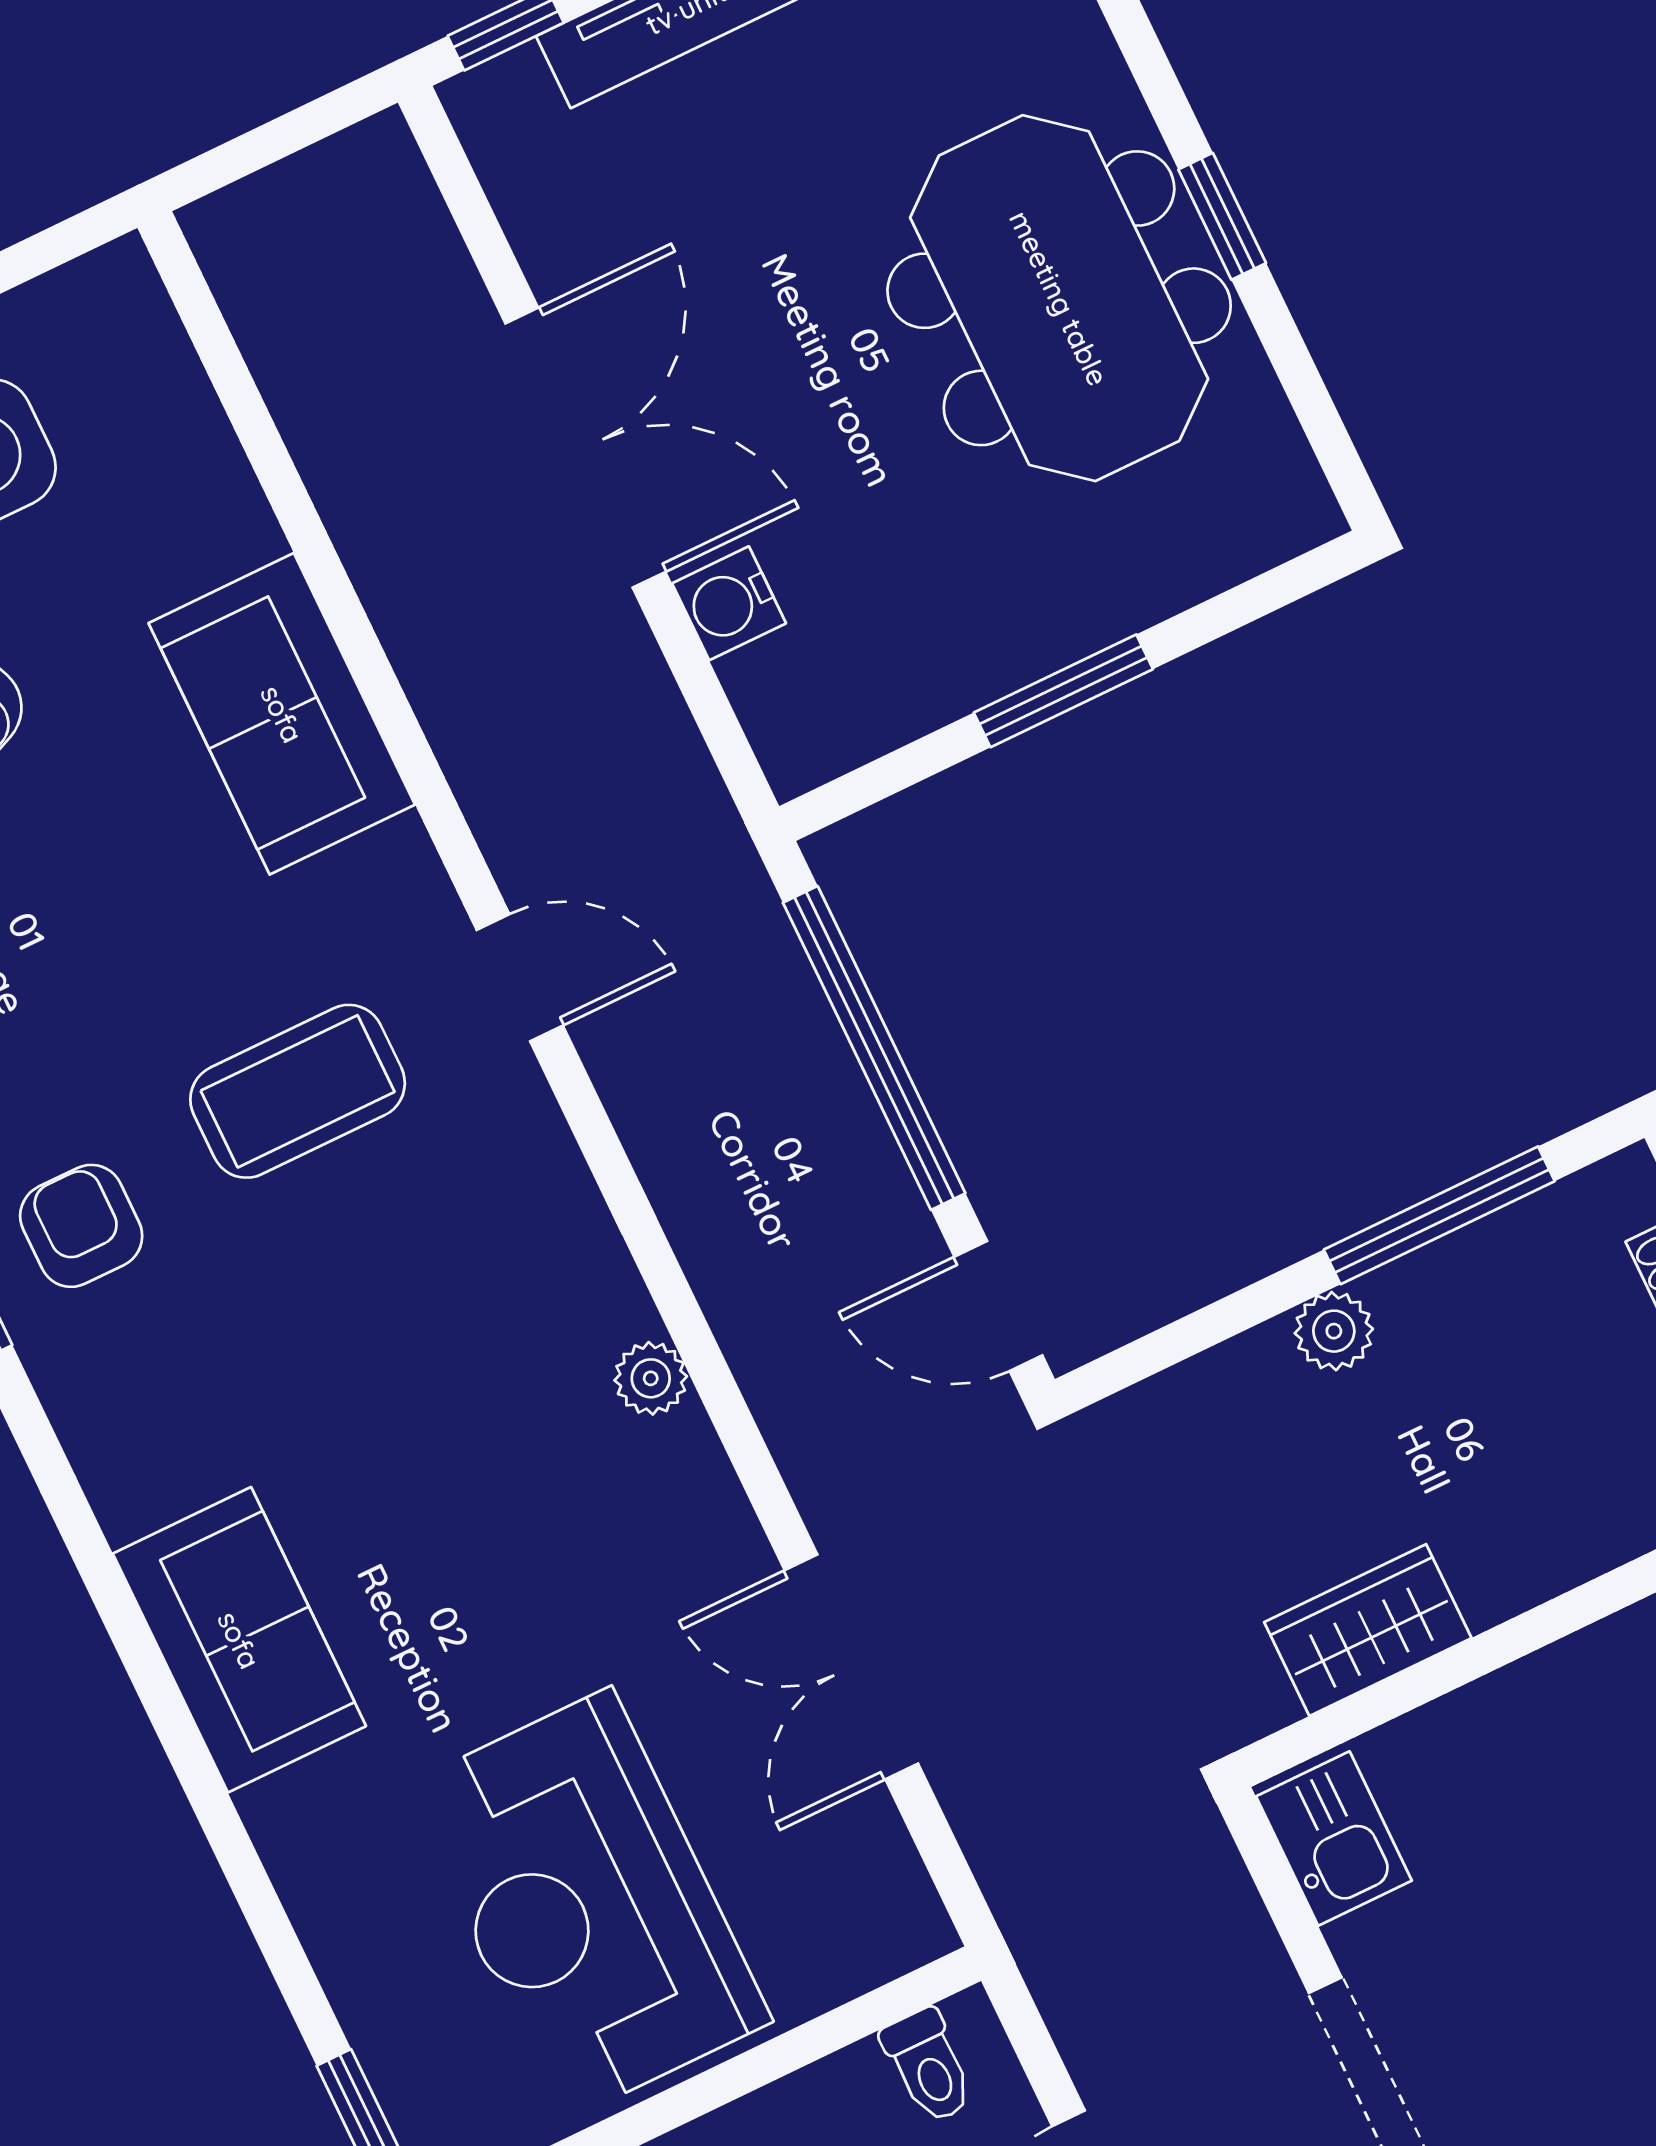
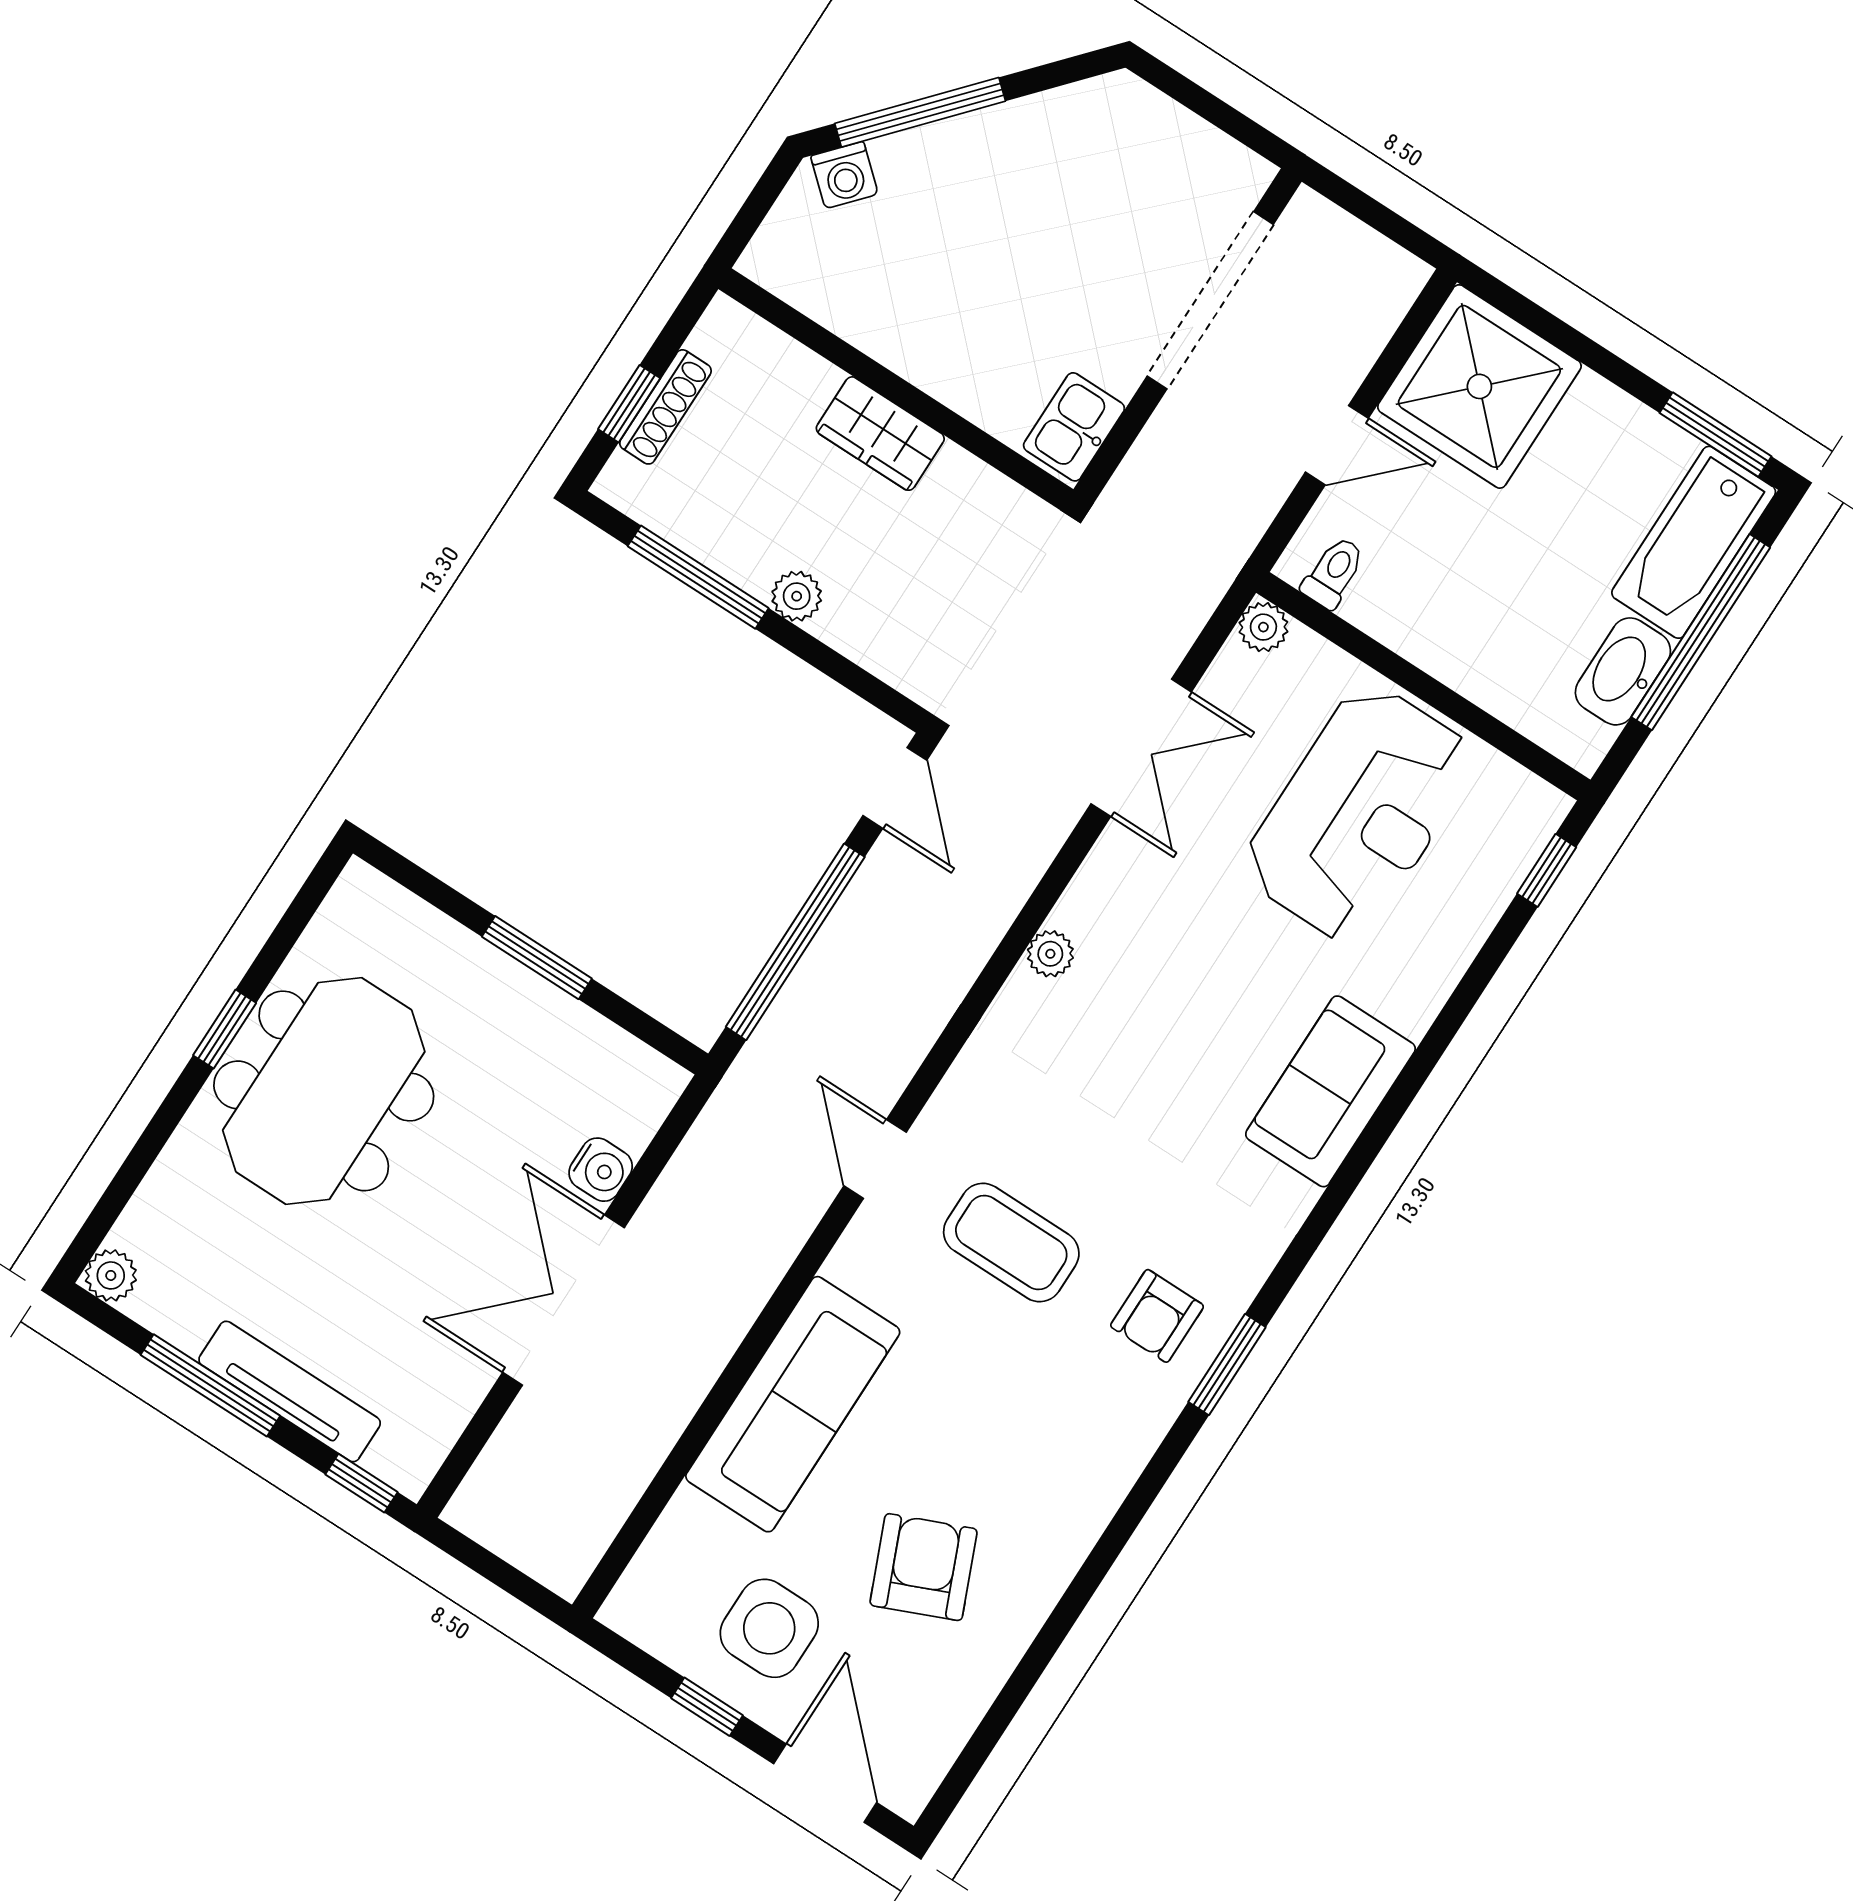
sofa: (282, 714) -> (793, 1404), width x1.36
wardrobe: (1368, 1630) -> (880, 434), moved
plant: (913, 1928) -> (1263, 627), added

